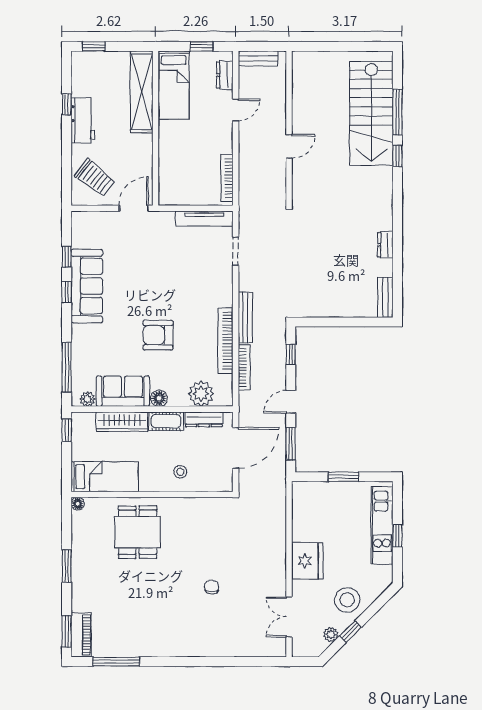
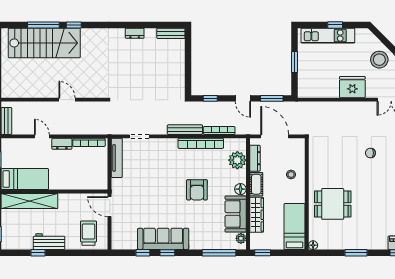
dresser: (225, 75) -> (62, 144), moved
trolley: (95, 178) -> (89, 233), turned -38

